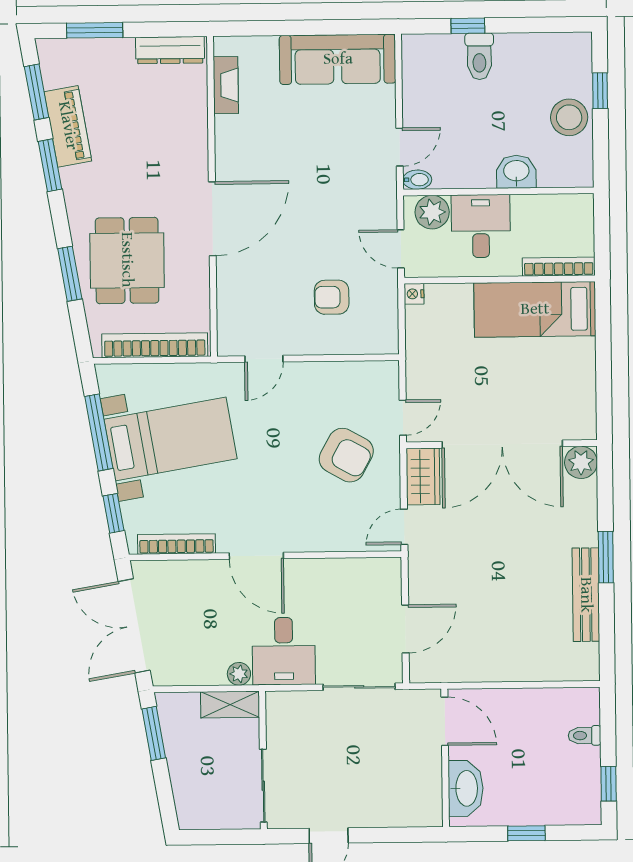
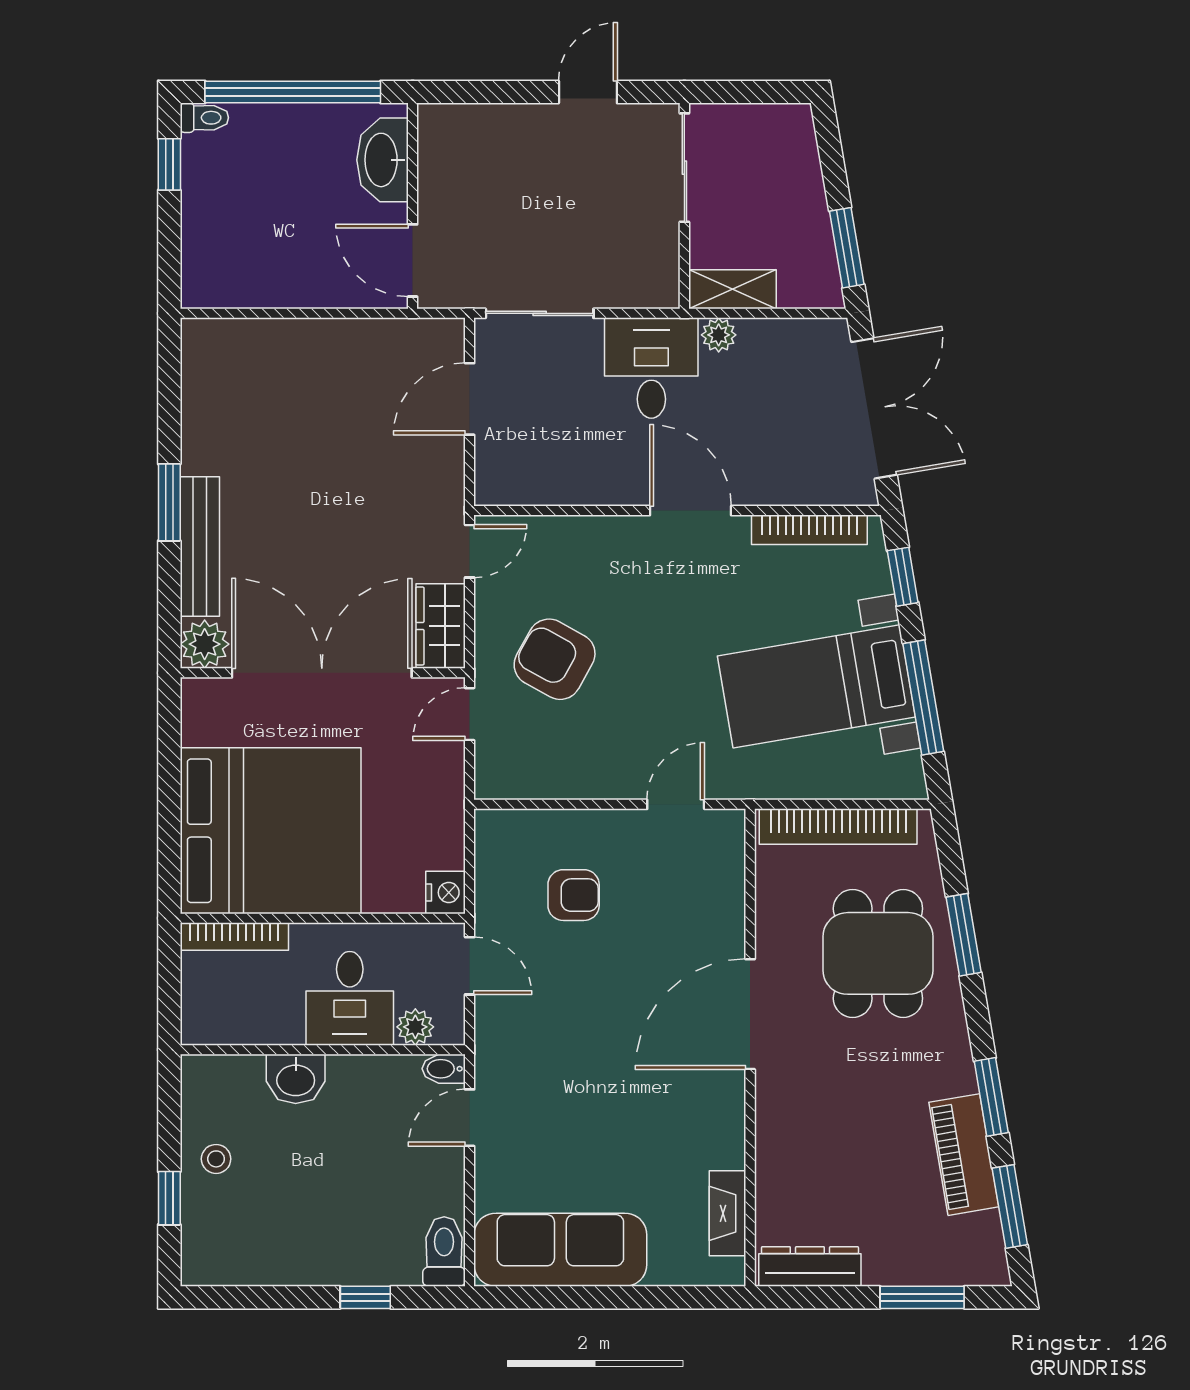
toilet: (479, 56) -> (444, 1252), moved
stool: (569, 117) -> (216, 1159), width x0.53, depth x0.53
plant: (432, 212) -> (415, 1027), width x0.73, depth x0.73
nightstand: (414, 294) -> (446, 892), width x1.39, depth x1.35
bed: (535, 309) -> (271, 831), width x2.04
bench: (586, 595) -> (200, 546), moved
toilet: (584, 736) -> (204, 118), moved
window: (526, 833) -> (293, 92), width x3.17

